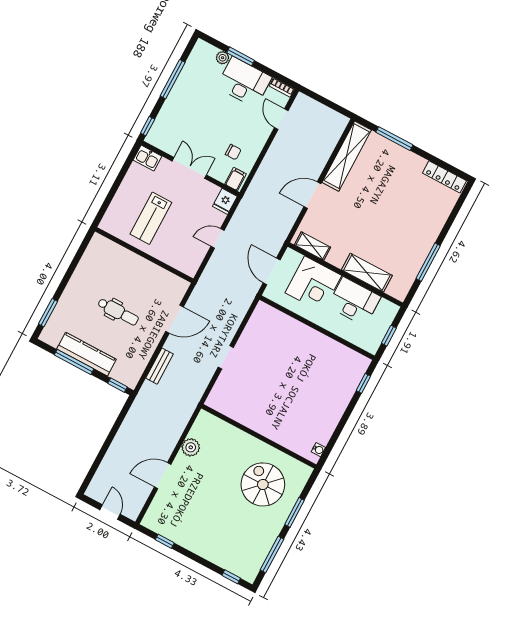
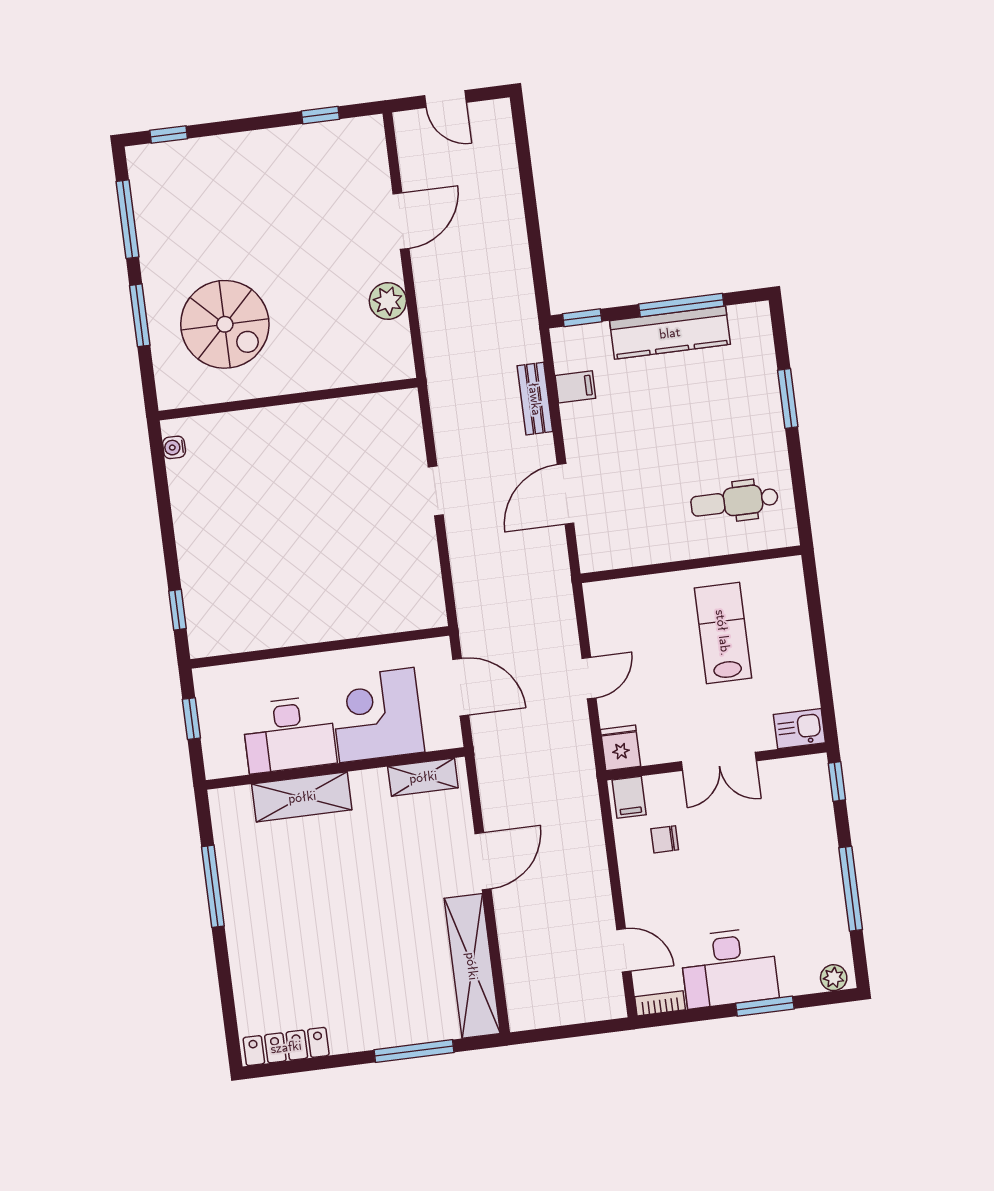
plant: (223, 58) -> (834, 978), moved
dental chair: (118, 312) -> (734, 501), moved
window: (48, 313) -> (788, 398), moved
filing cabinet: (140, 359) -> (575, 387), added

